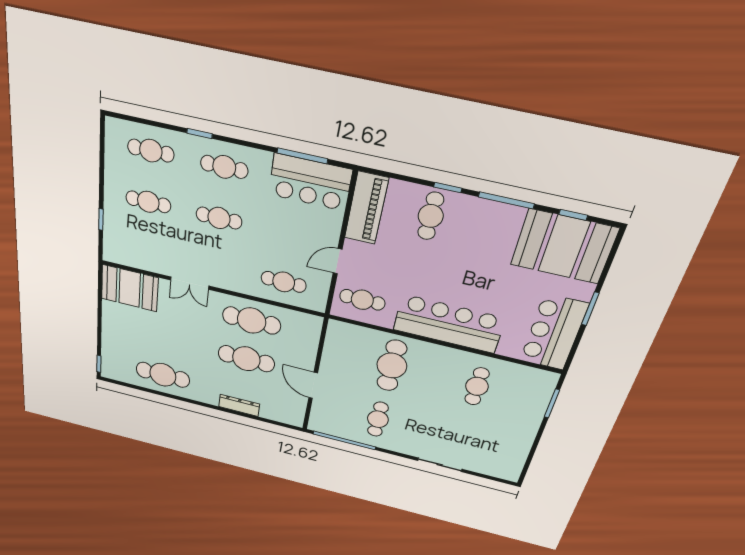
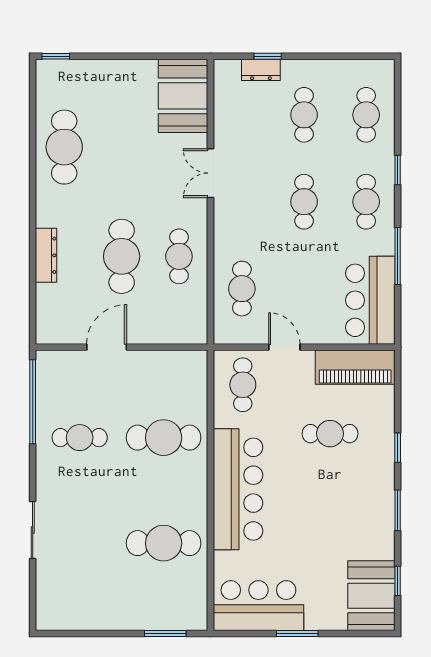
window: (302, 156) -> (398, 256), moved
window: (506, 200) -> (398, 510), width x0.69
cafe table: (431, 216) -> (330, 434), moved
dresser: (111, 227) -> (261, 70), added
booth: (564, 247) -> (371, 596), width x0.73, depth x0.70
cafe table: (252, 321) -> (179, 256), width x0.73, depth x0.74
cafe table: (477, 386) -> (164, 543), width x1.37, depth x1.35

